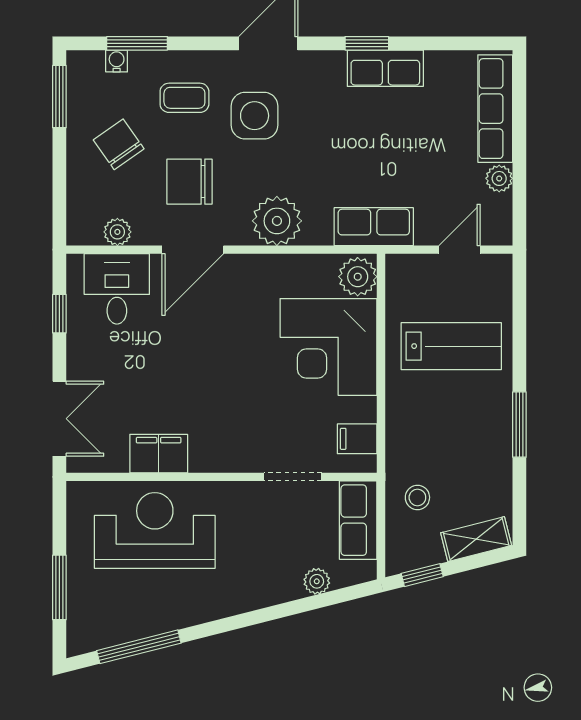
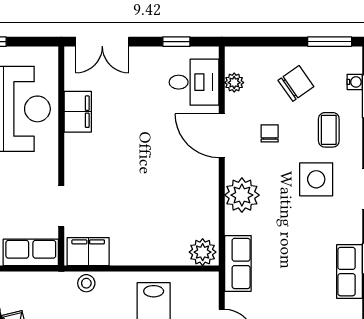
chair: (189, 182) -> (270, 133), width x0.54, depth x0.54
corner desk: (328, 347) -> (153, 231), removed
filing cabinet: (357, 439) -> (88, 252), width x2.00
stool: (417, 497) -> (86, 283), moved

